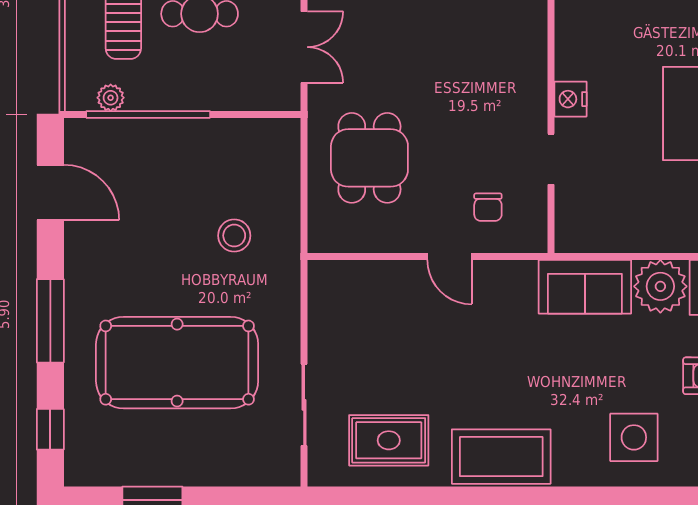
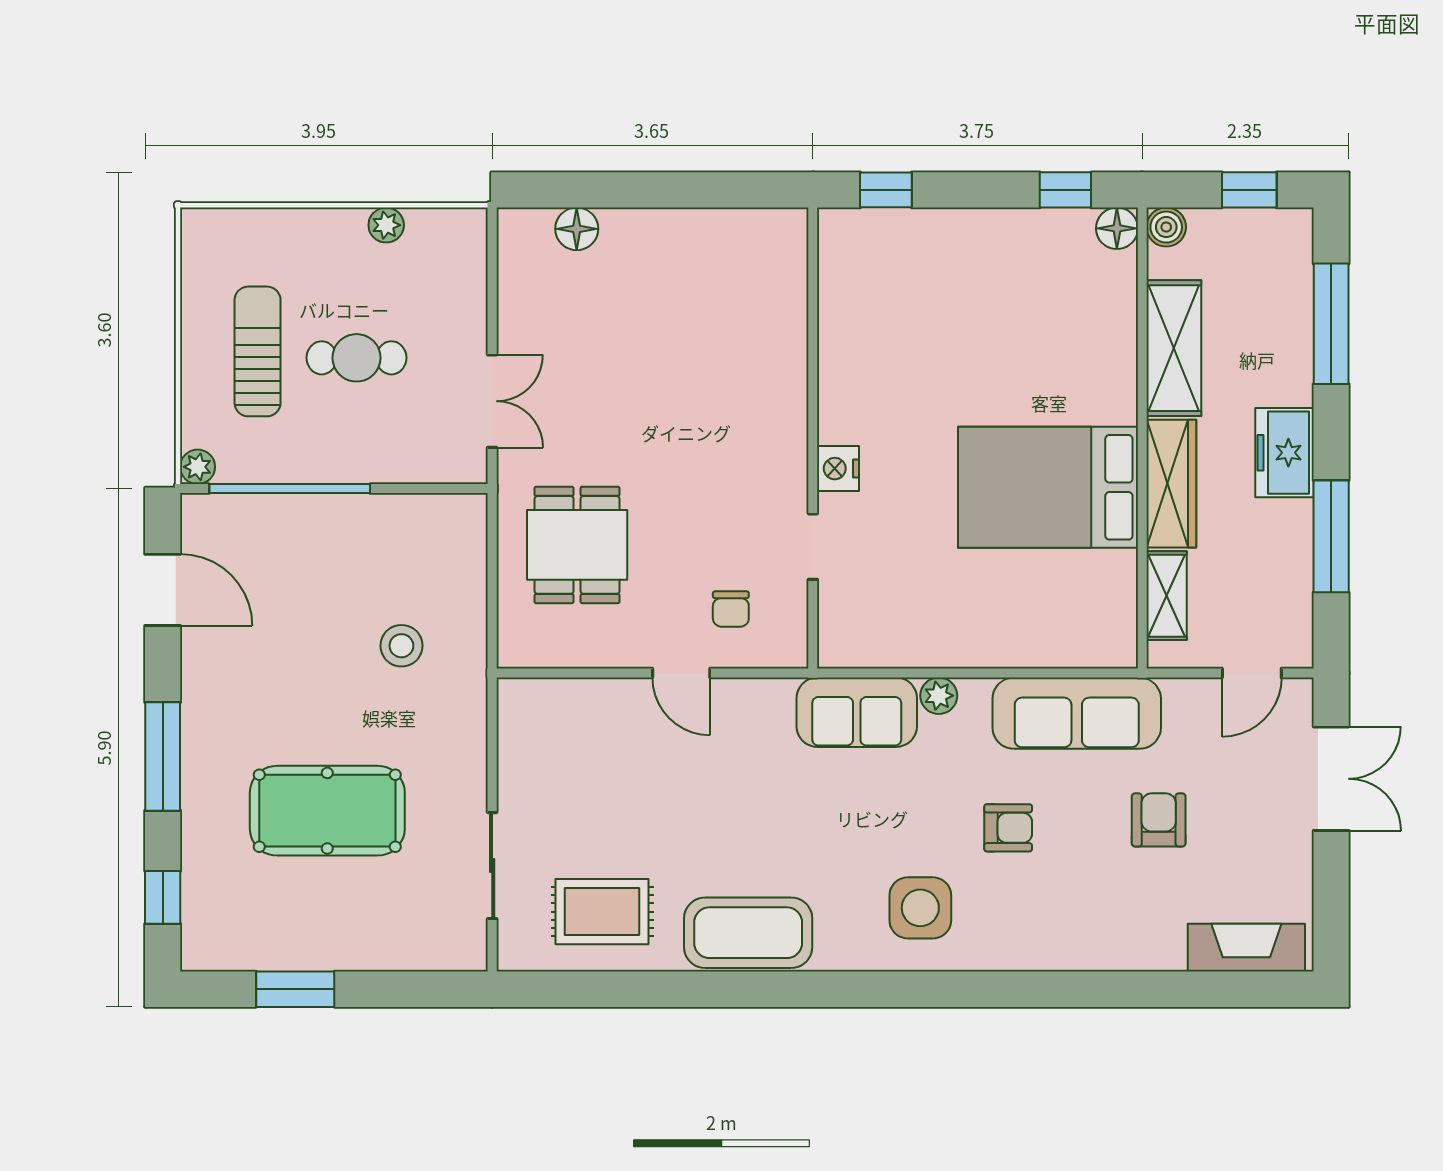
plant: (111, 98) -> (198, 467), moved
plant: (660, 286) -> (939, 696), width x0.53, depth x0.53
pool table: (177, 363) -> (327, 811), width x0.73, depth x0.76

